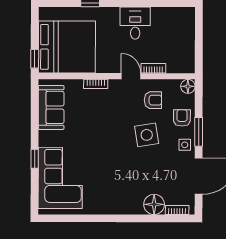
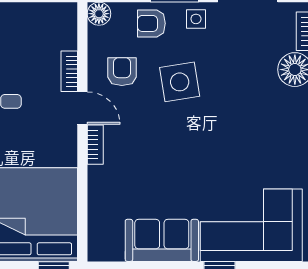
door: (131, 76) -> (82, 108), swing flipped
bookcase: (96, 84) -> (95, 145), moved
sofa: (51, 107) -> (162, 240), moved

